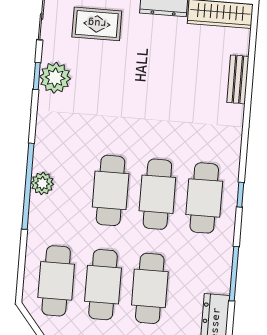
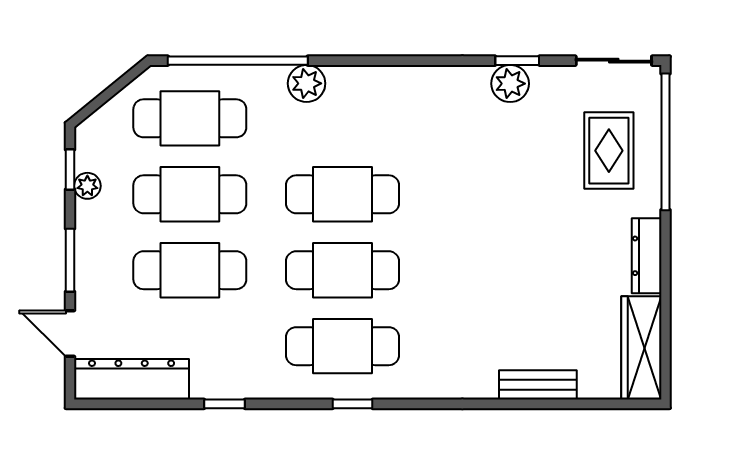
plant: (55, 78) -> (510, 84), width x0.73, depth x0.73
plant: (42, 183) -> (307, 83), moved
window: (28, 186) -> (238, 61), moved
window: (234, 274) -> (225, 404), width x0.46

